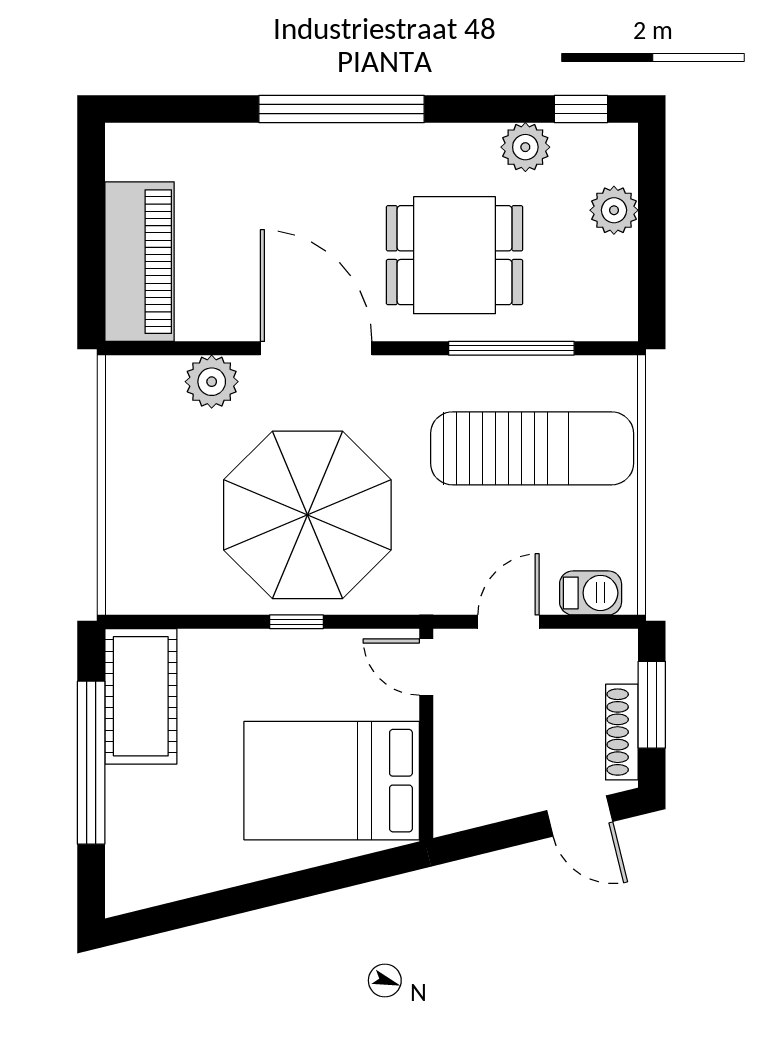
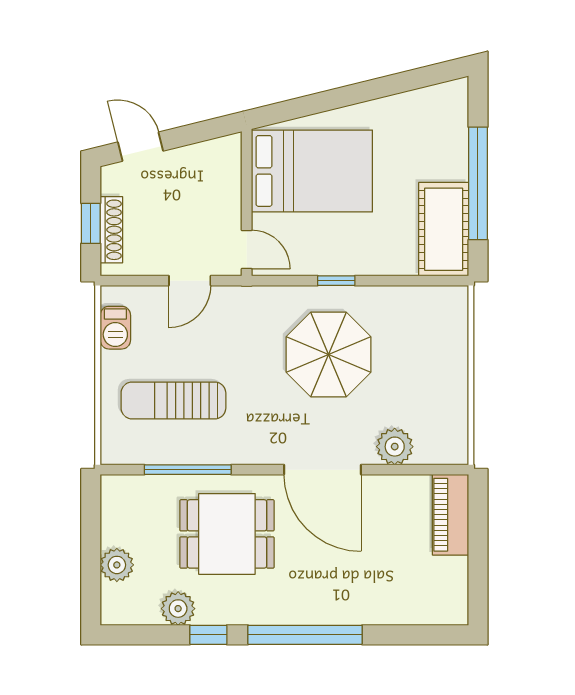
window: (581, 109) -> (208, 635), moved
piano: (139, 262) -> (450, 515), width x0.73, depth x0.75
sun lounger: (532, 448) -> (173, 400), width x0.73, depth x0.75
parasol: (307, 515) -> (329, 355), width x0.73, depth x0.73
barbecue: (591, 593) -> (115, 328), moved, turned -90
window: (652, 705) -> (91, 223), width x0.67
shoe rack: (622, 732) -> (111, 230), moved

